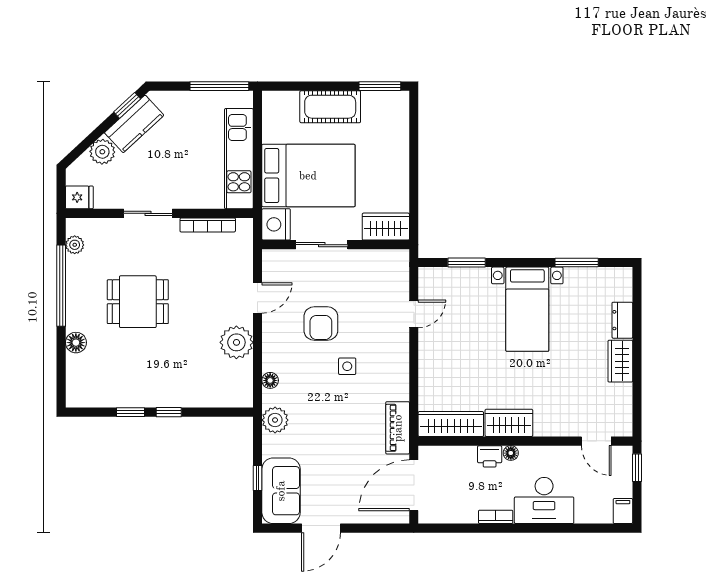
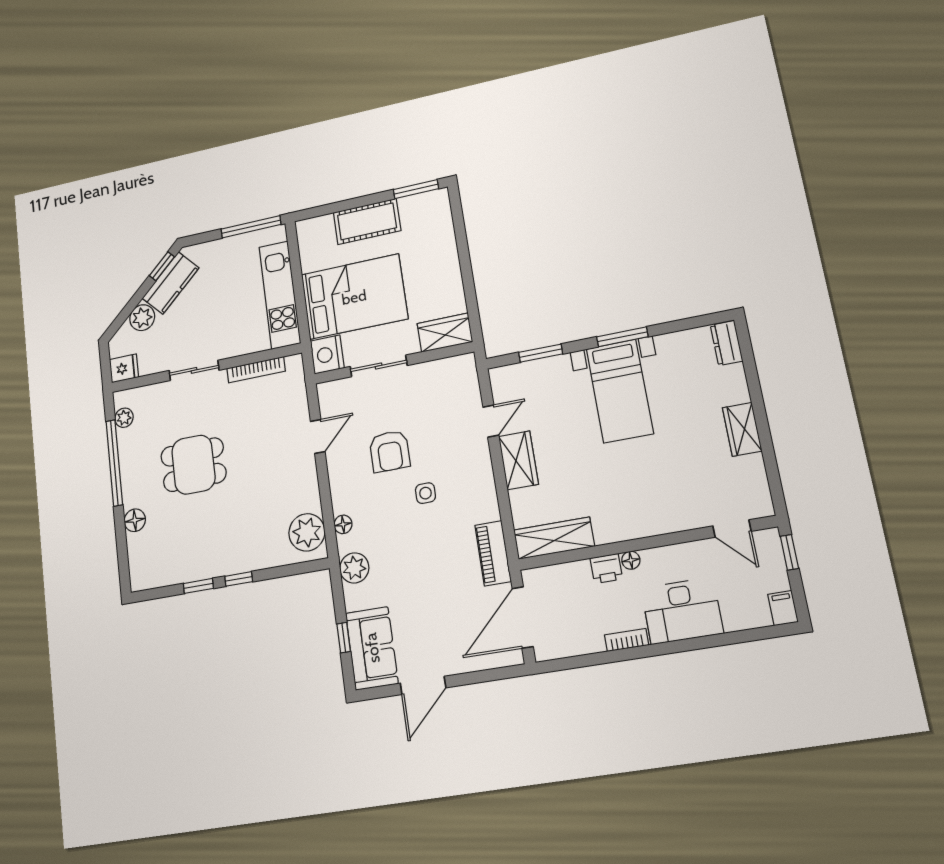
window: (577, 263) -> (622, 337), moved
dresser: (622, 320) -> (727, 343), moved
plant: (236, 342) -> (307, 532), moved
wardrobe: (509, 423) -> (518, 460), moved, turned 90

